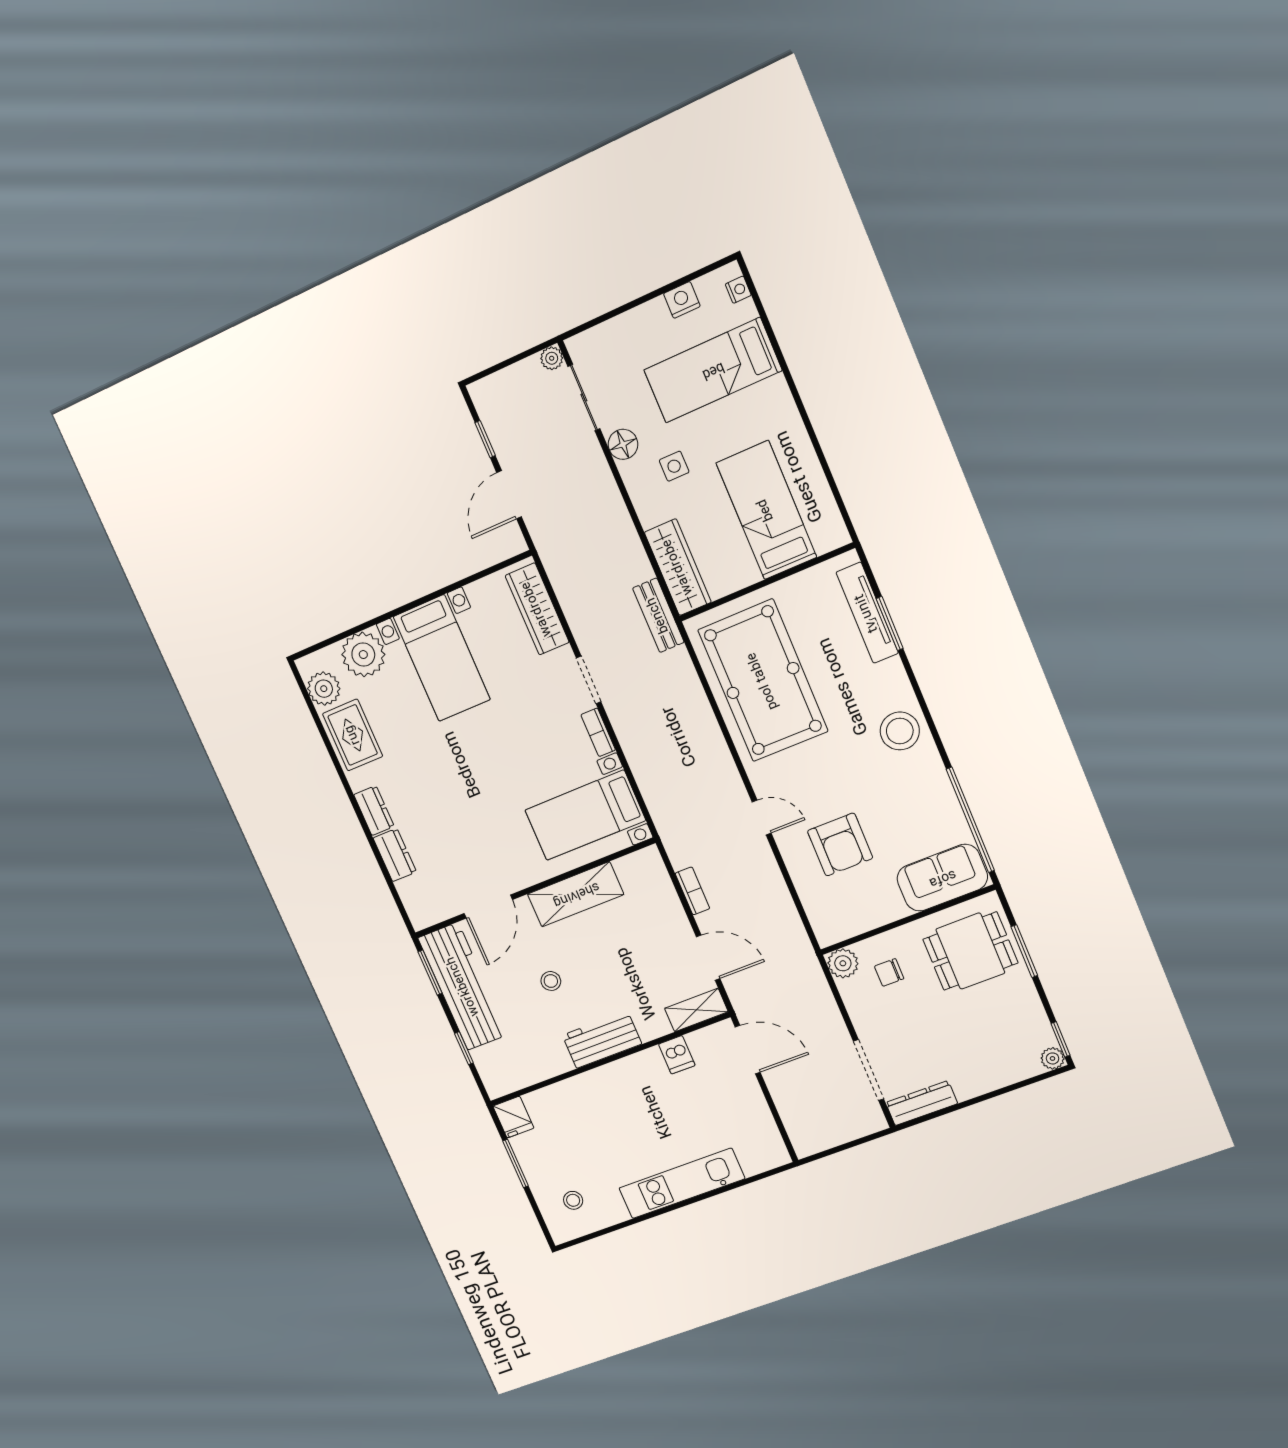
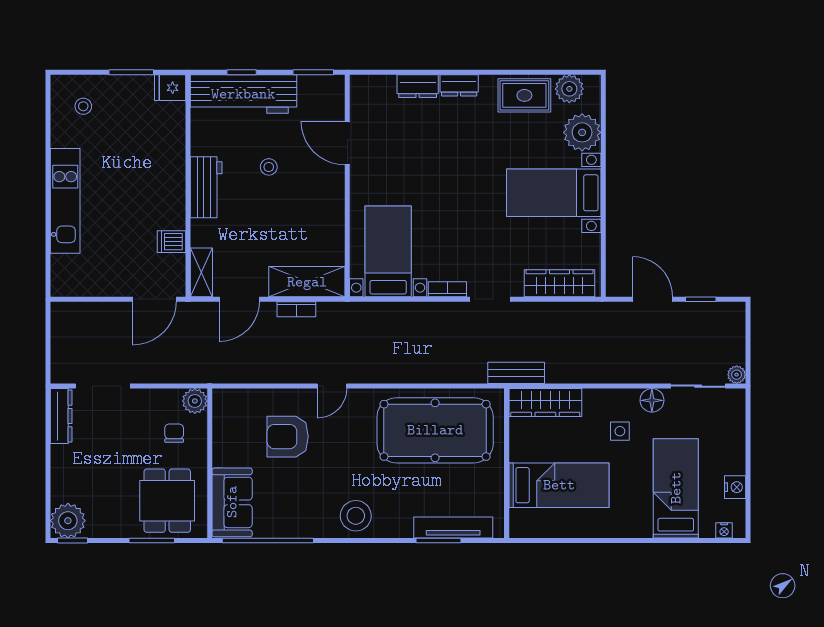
shelving: (576, 894) -> (307, 282), moved, turned 90
workbench: (463, 986) -> (243, 94), moved
plant: (1053, 1058) -> (68, 521), width x1.88, depth x1.88

